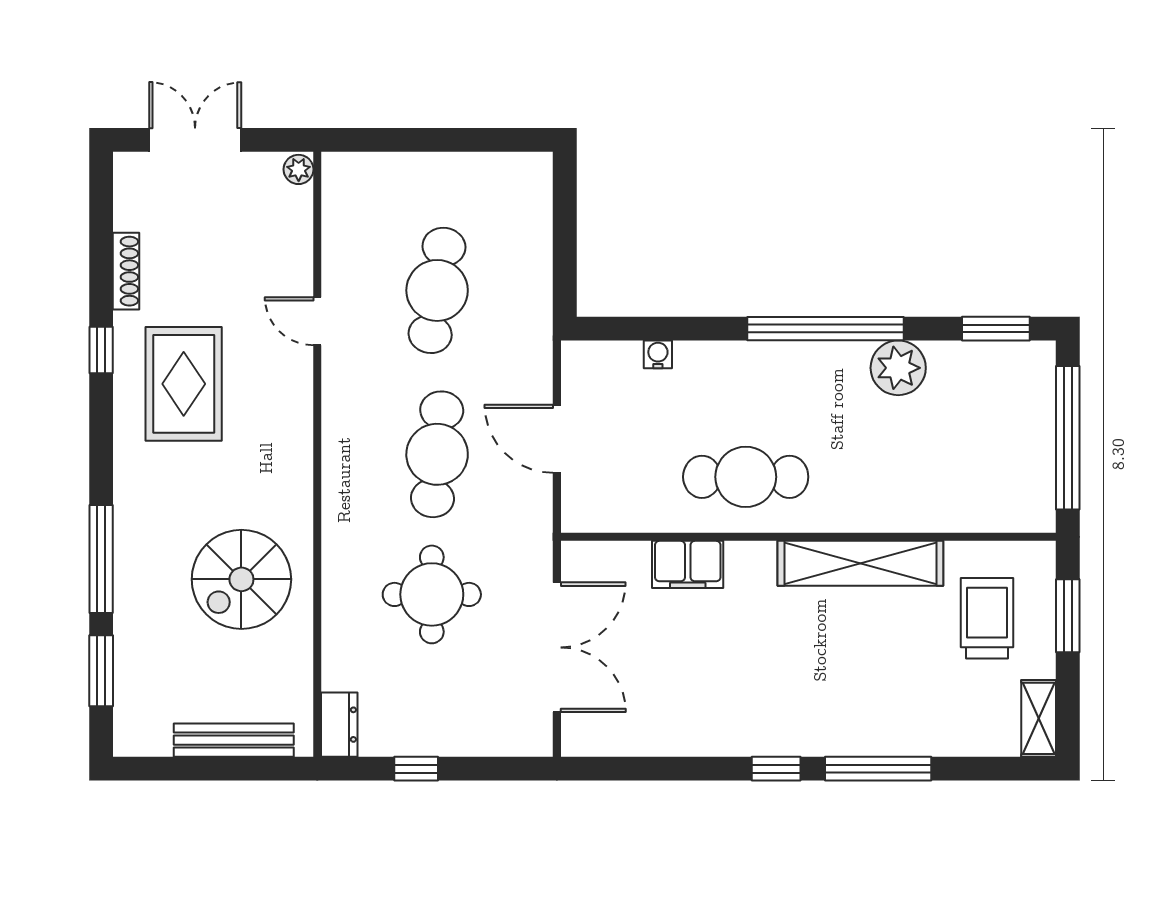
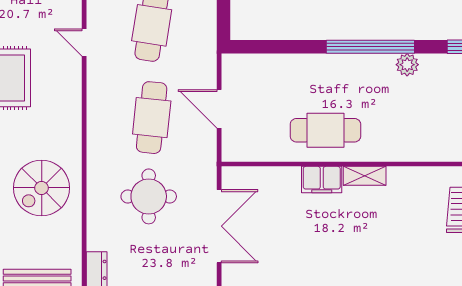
water cooler: (658, 354) -> (276, 61), removed
plant: (898, 368) -> (407, 65), width x0.73, depth x0.73
shelving: (860, 563) -> (365, 176), width x0.45, depth x0.75
filing cabinet: (688, 564) -> (322, 180), moved

